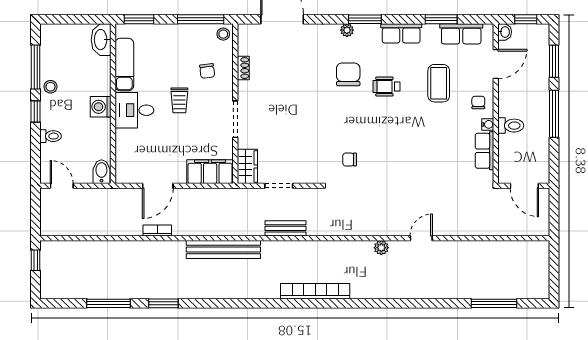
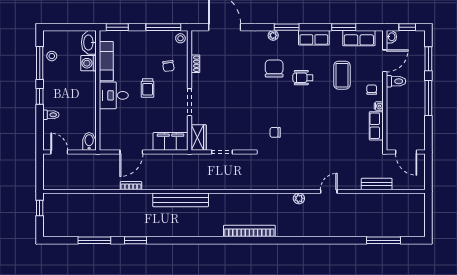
stool: (50, 87) -> (52, 56), moved
washing machine: (101, 107) -> (88, 63), moved
toilet: (511, 126) -> (396, 81), moved
bench: (286, 228) -> (377, 184), moved

